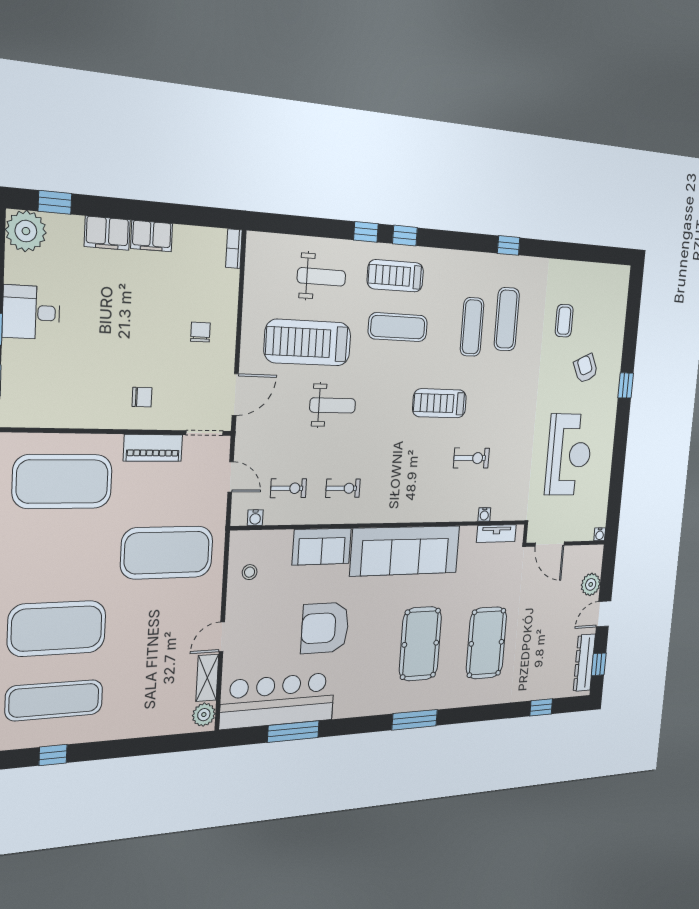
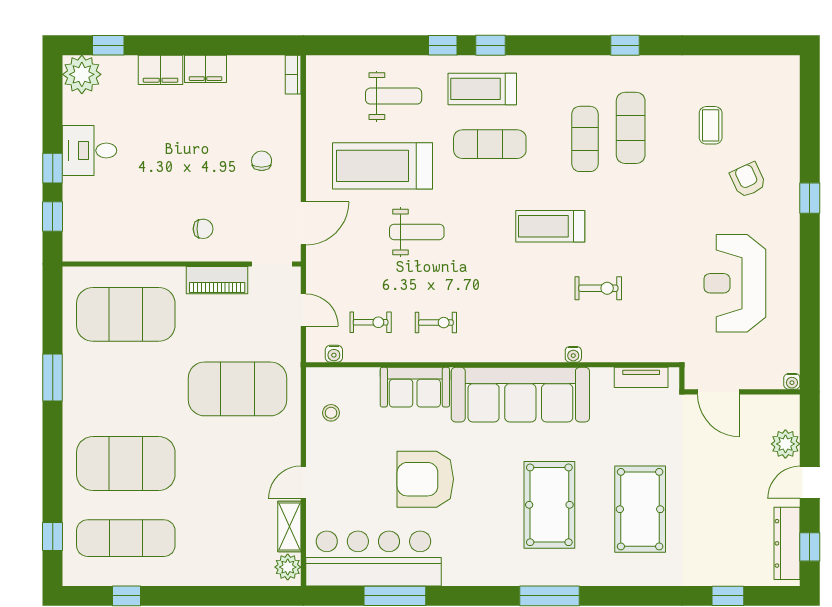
reception desk: (569, 455) -> (735, 283), turned 180
water cooler: (484, 514) -> (573, 354), moved

